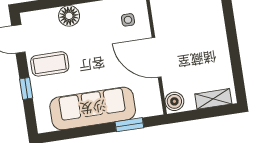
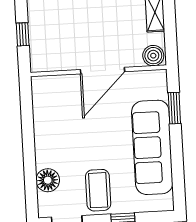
floor lamp: (69, 16) -> (48, 180), moved
side table: (128, 20) -> (58, 98), removed

